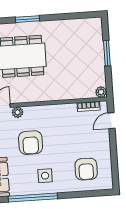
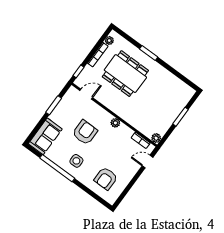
plant: (18, 112) -> (115, 123), moved
armchair: (31, 143) -> (85, 132), turned 180

